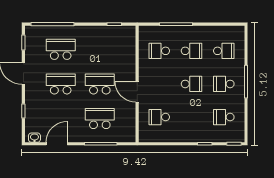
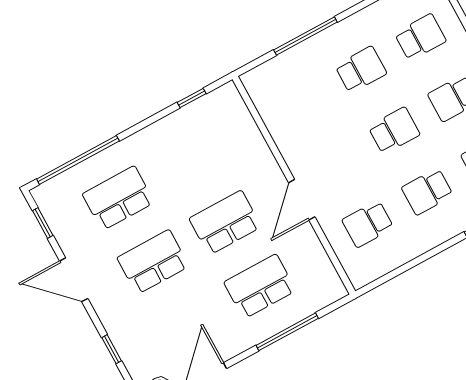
school desk: (159, 51) -> (427, 192), moved
door: (137, 92) -> (302, 200), hinge flipped

